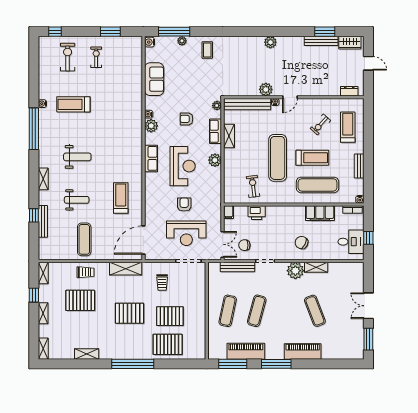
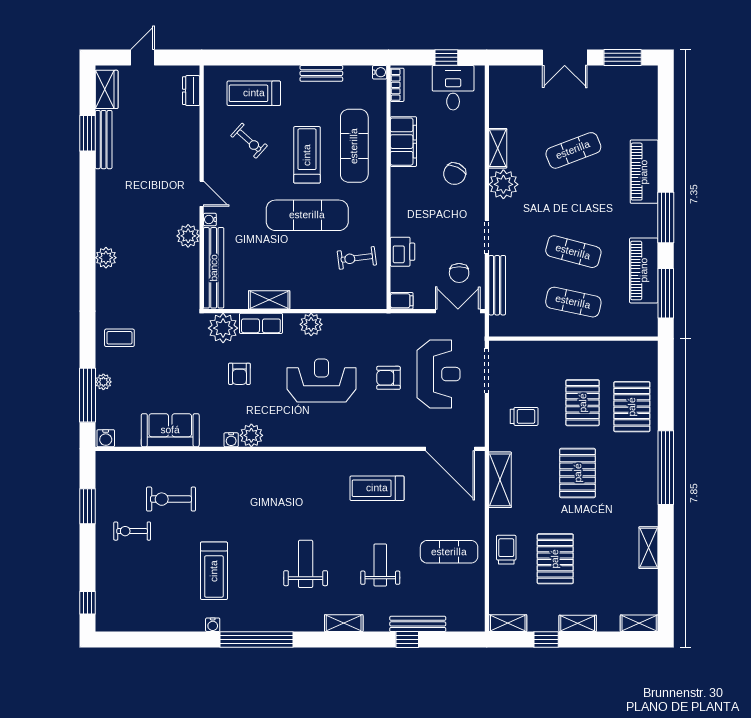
plant: (270, 42) -> (106, 258), moved
exercise bike: (68, 57) -> (171, 499), moved
plant: (217, 106) -> (223, 328), width x1.87, depth x1.87
row of seats: (151, 158) -> (308, 436), removed

